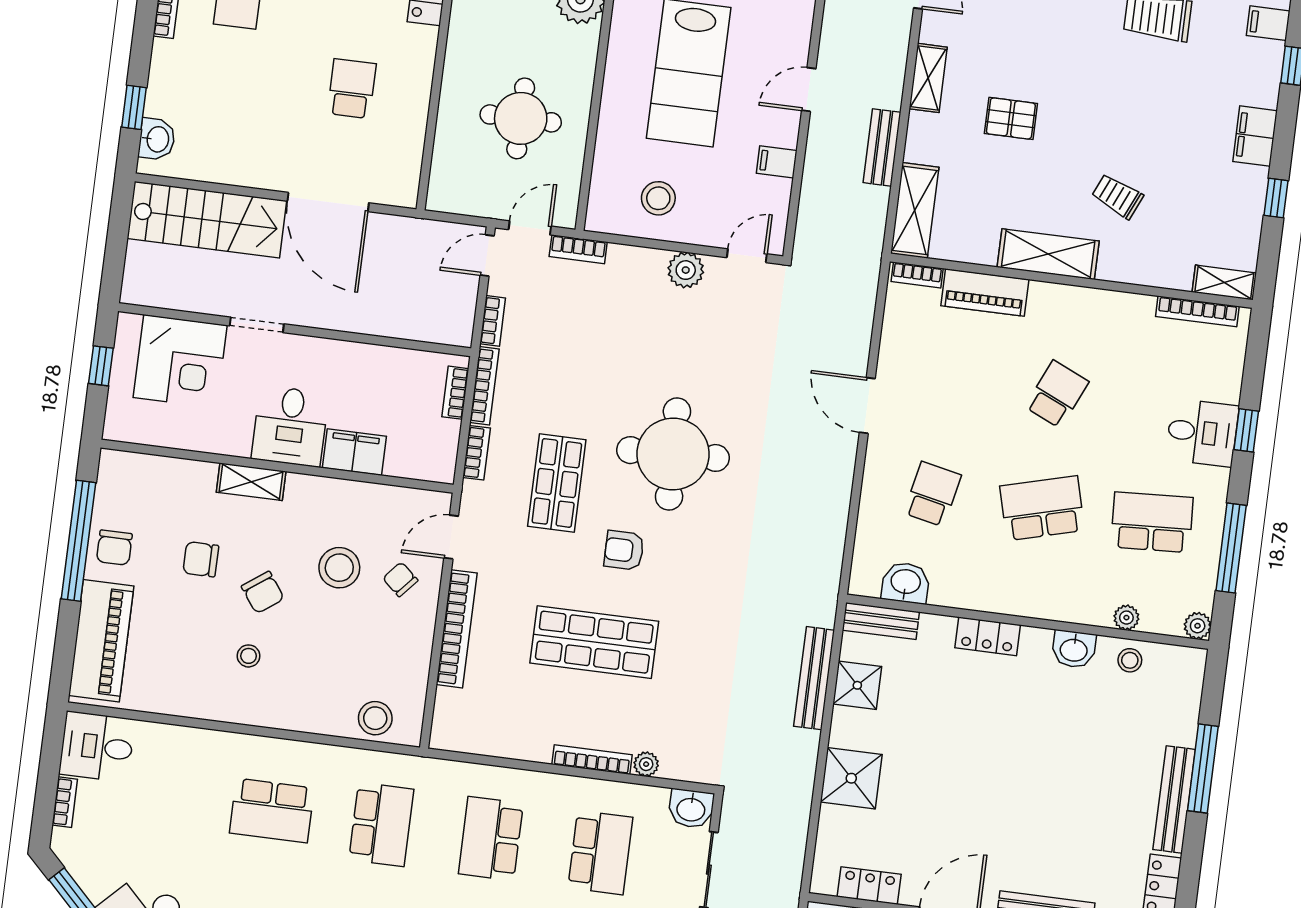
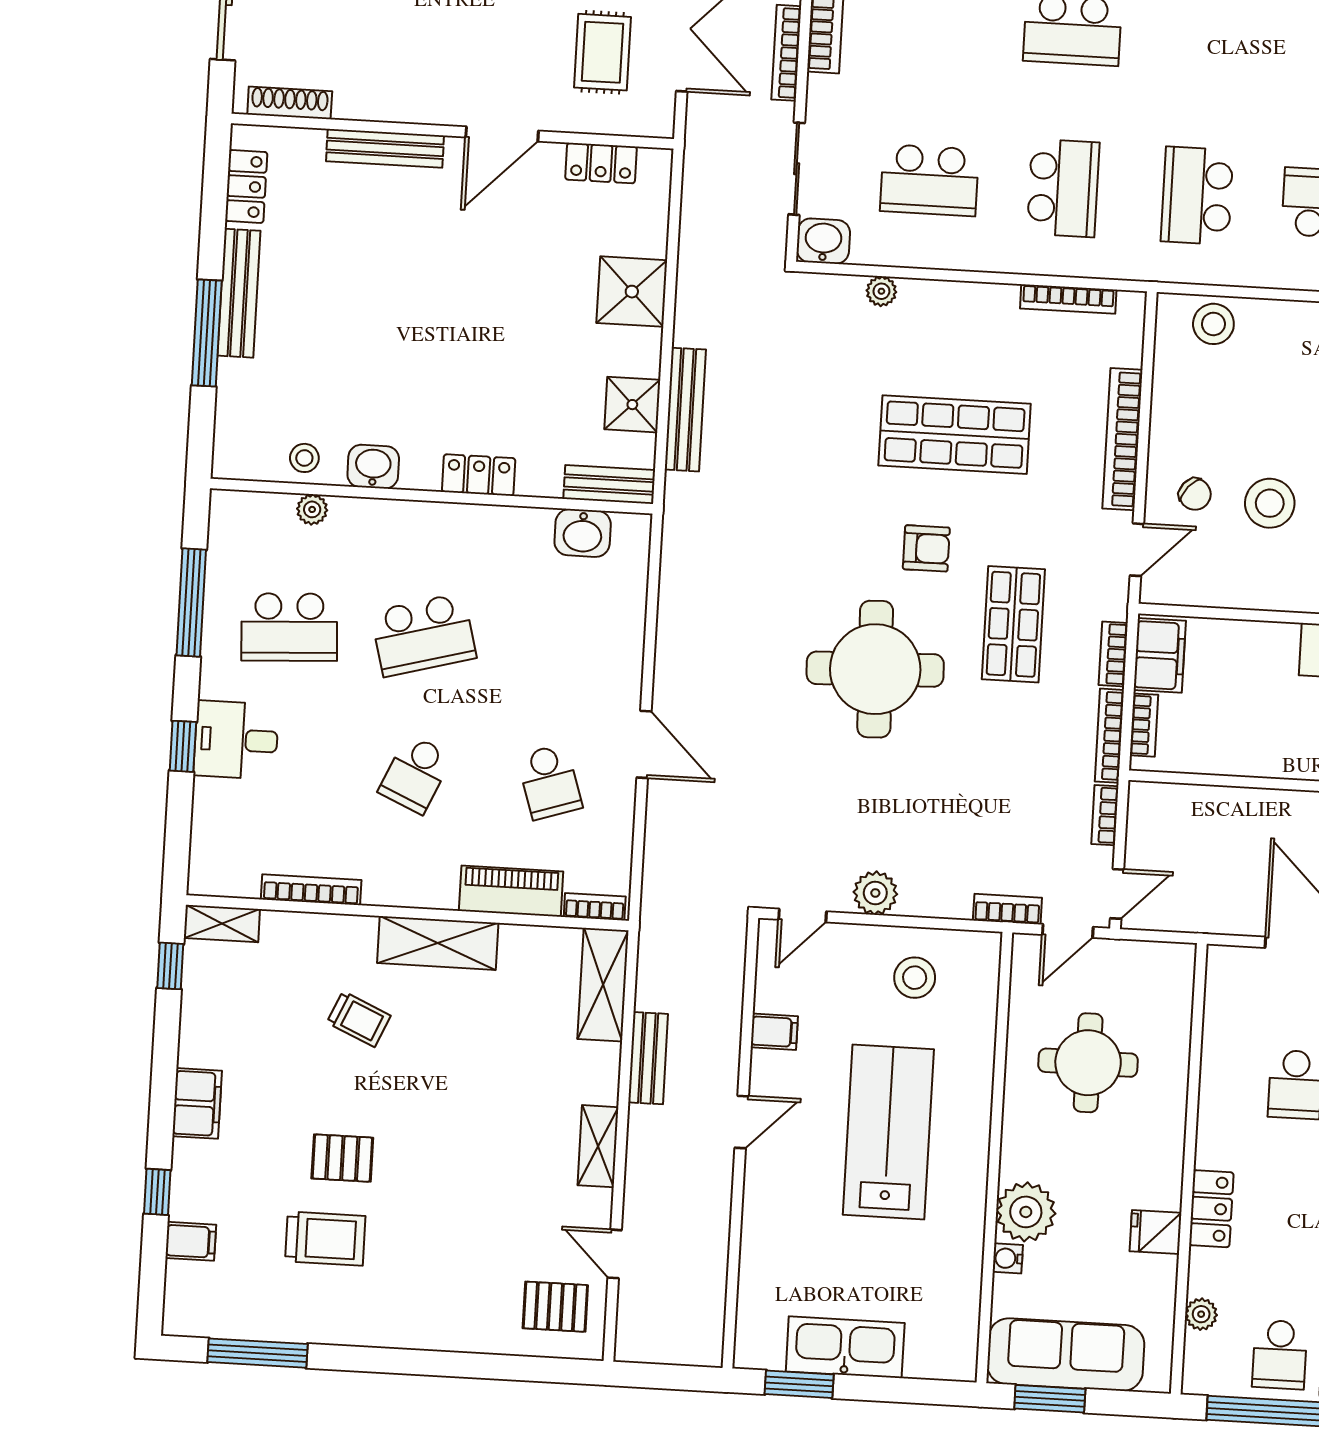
pallet: (1011, 118) -> (342, 1158), moved
window: (1276, 198) -> (170, 966), moved
bookcase: (1197, 311) -> (311, 890), moved
filing cabinet: (354, 452) -> (1160, 655), moved, turned -90
school desk: (932, 494) -> (550, 782), moved, turned -30
plant: (1198, 626) -> (225, 506), removed
bookcase: (592, 760) -> (1068, 299), moved
school desk: (600, 853) -> (929, 180), turned -90

